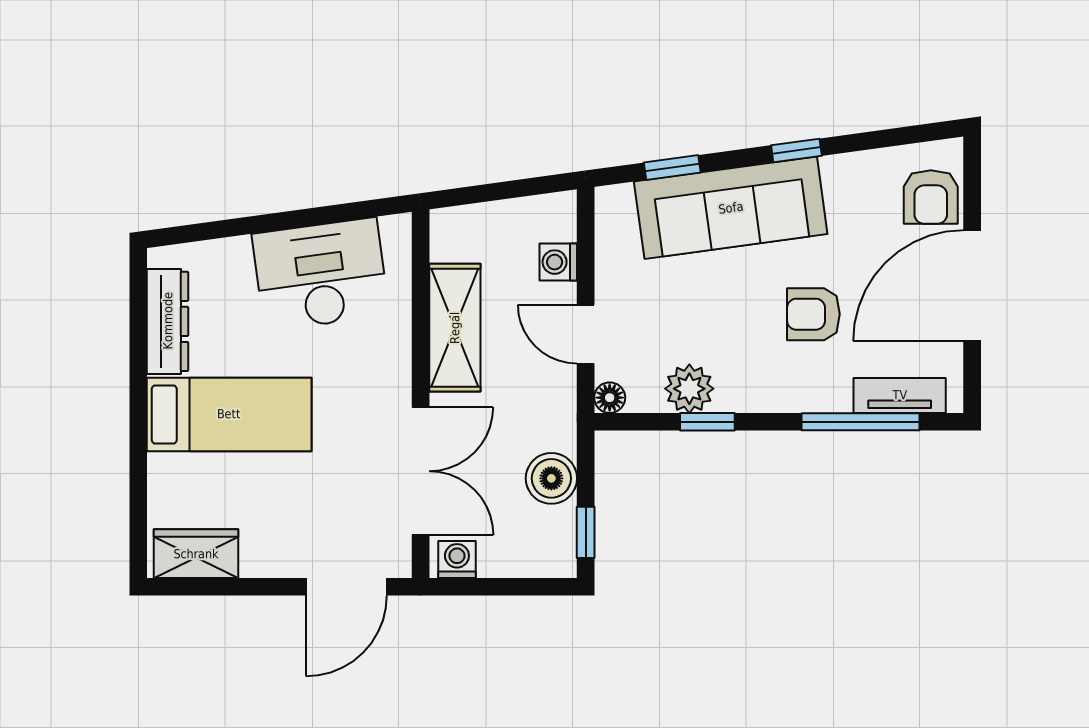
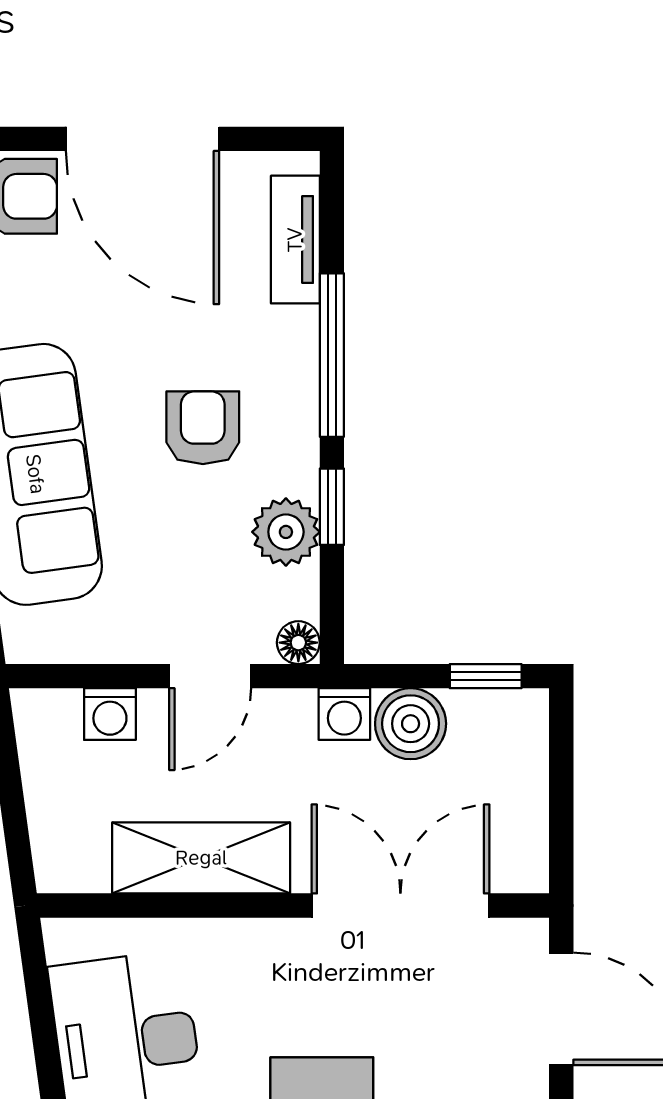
armchair: (813, 314) -> (203, 428), moved, turned 180
window: (860, 422) -> (332, 355), moved
washing machine: (457, 559) -> (344, 714), moved, turned -90

